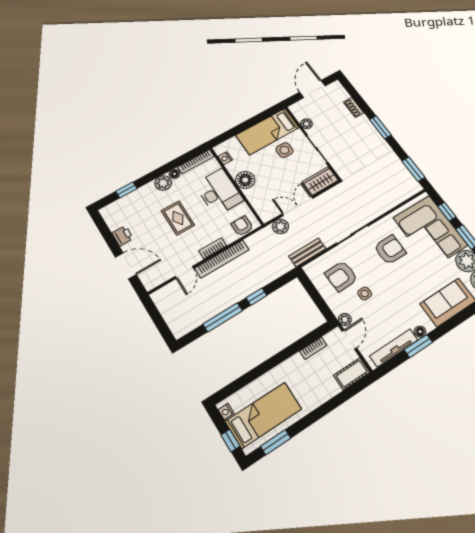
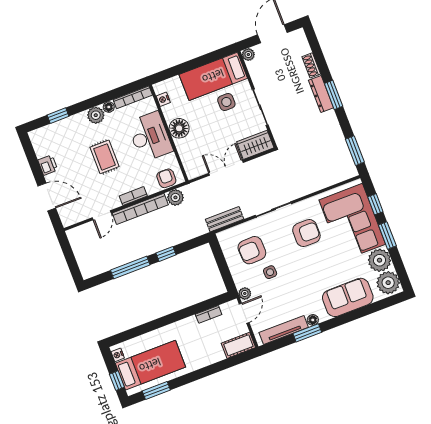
plant: (306, 124) -> (248, 55), moved
dresser: (369, 129) -> (321, 94), added
plant: (280, 226) -> (175, 197), moved

